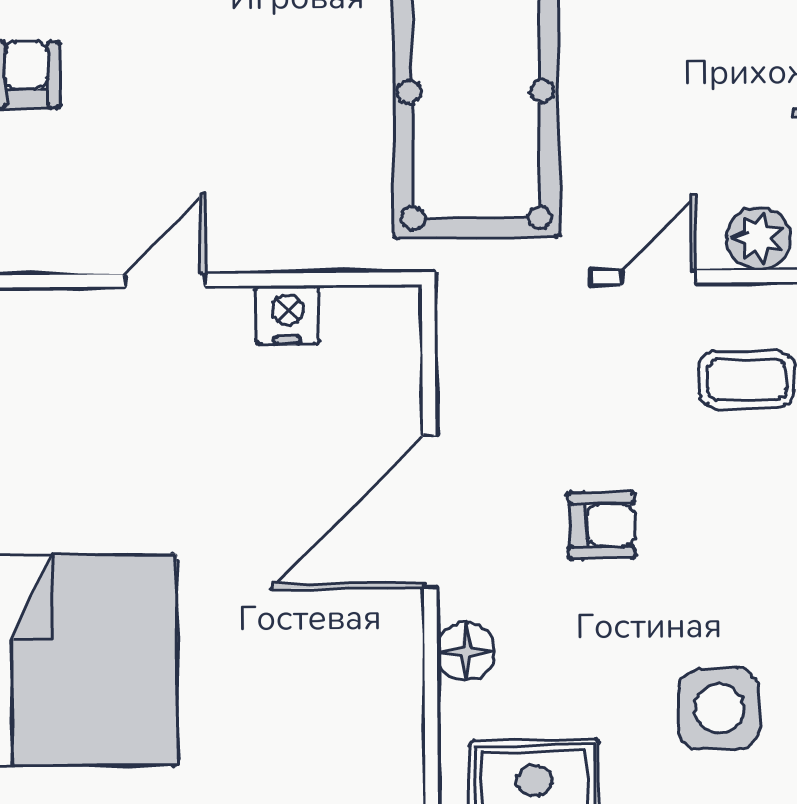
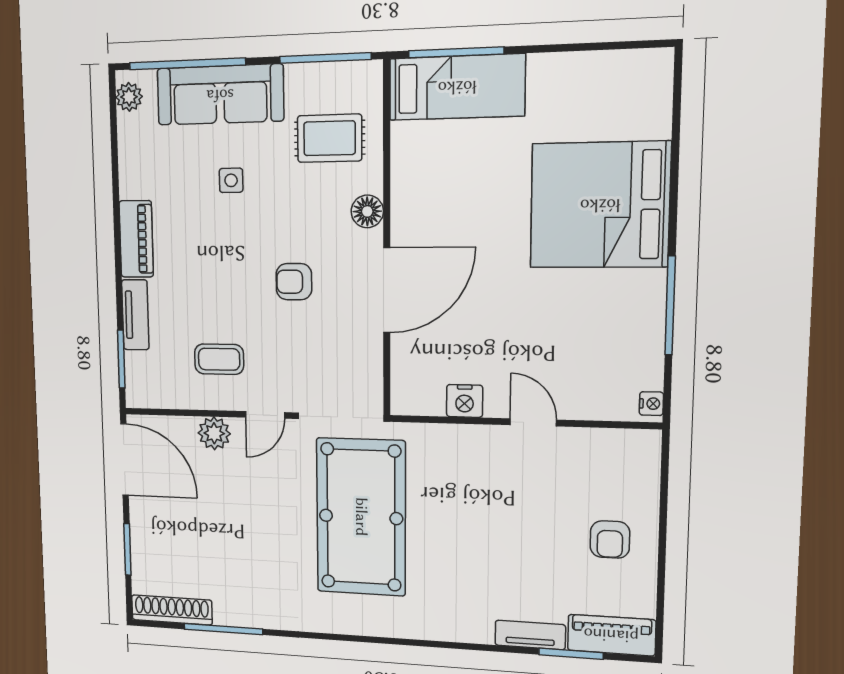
door: (165, 280) -> (533, 422), swing flipped
side table: (719, 709) -> (231, 180), width x0.54, depth x0.54

